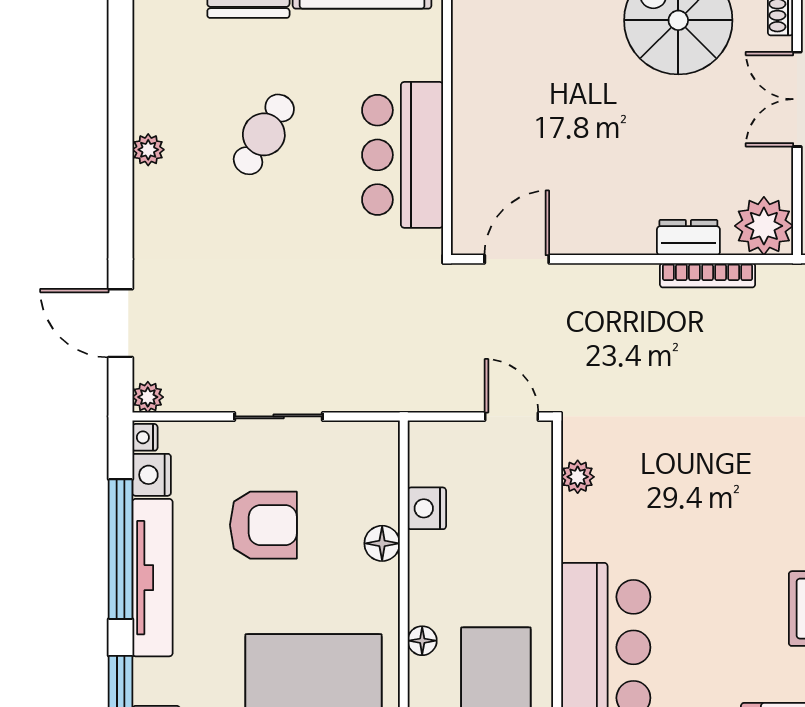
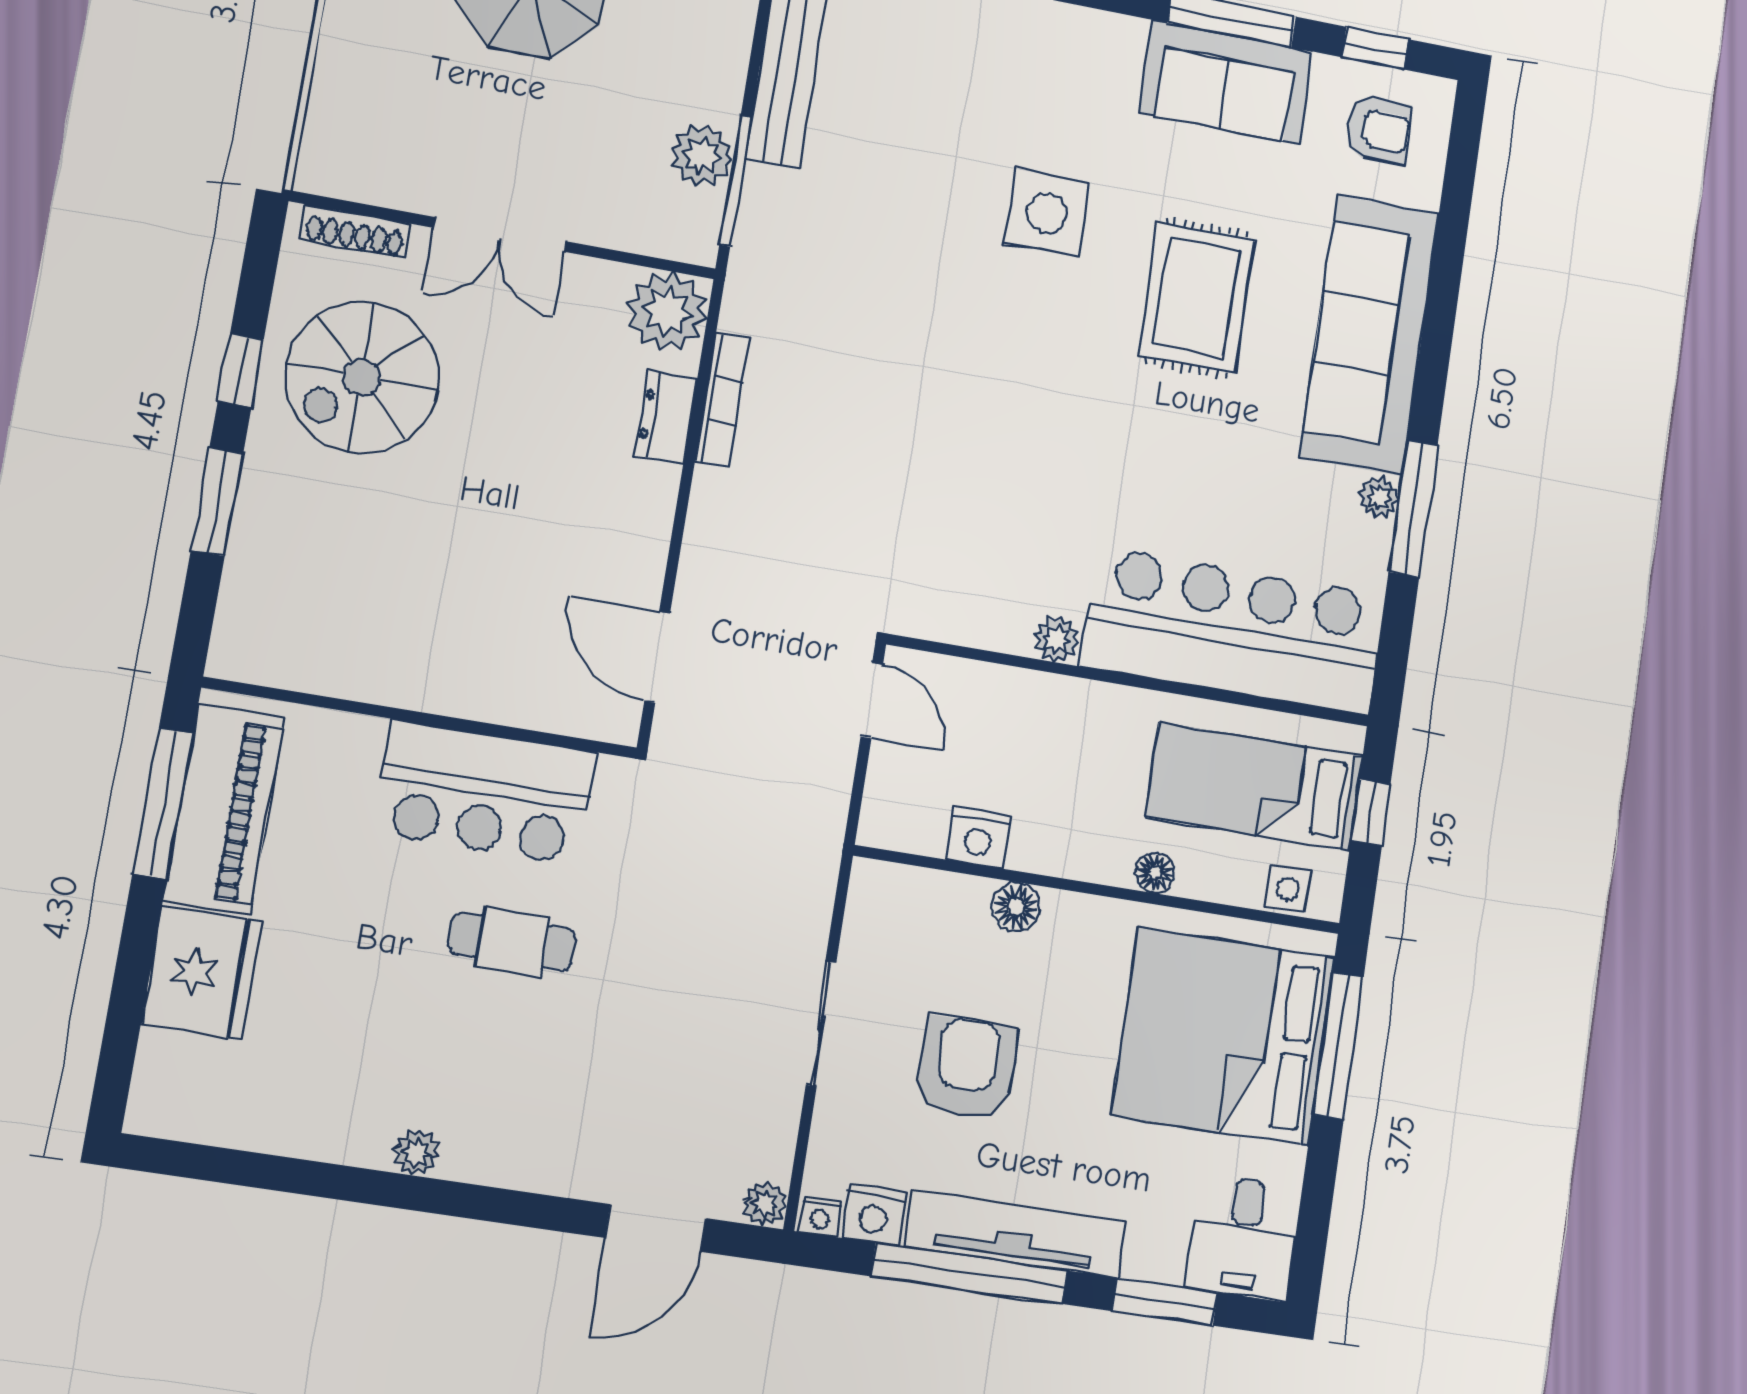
cafe table: (264, 134) -> (512, 941), moved, turned -31
door: (512, 416) -> (872, 701), swing flipped
plant: (578, 477) -> (1056, 640), moved

